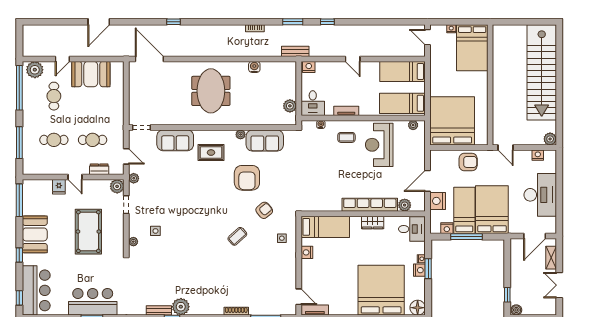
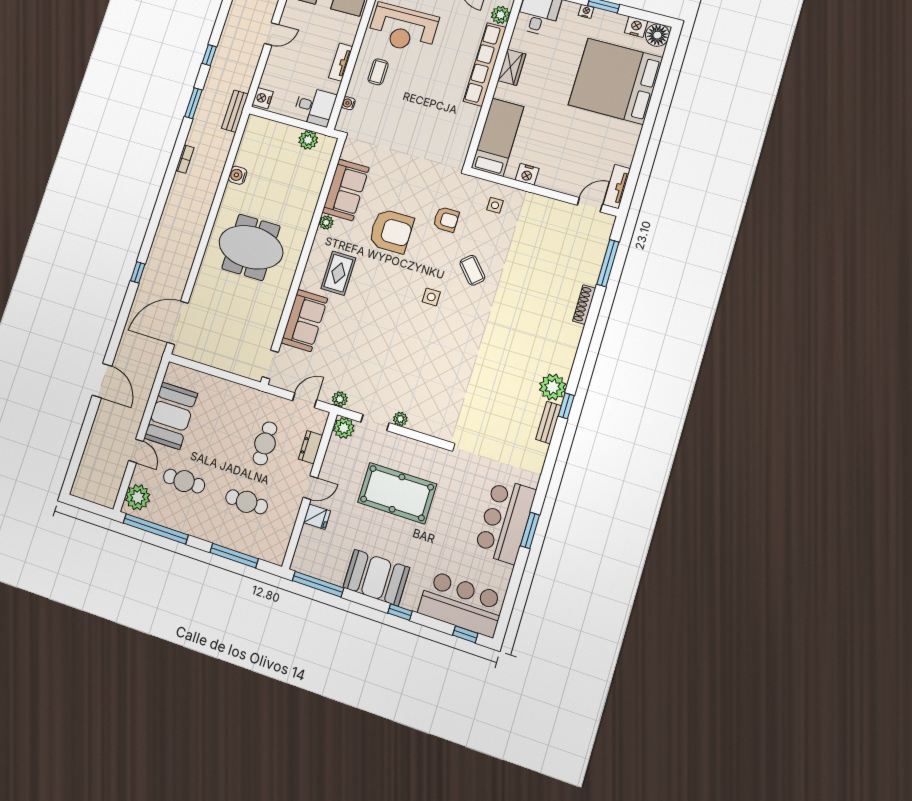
cafe table: (54, 140) -> (247, 502), turned 90
armchair: (264, 210) -> (446, 220), turned 129
side table: (155, 231) -> (431, 297), moved
plant: (133, 242) -> (400, 419), moved
nightstand: (419, 270) -> (636, 27), moved

